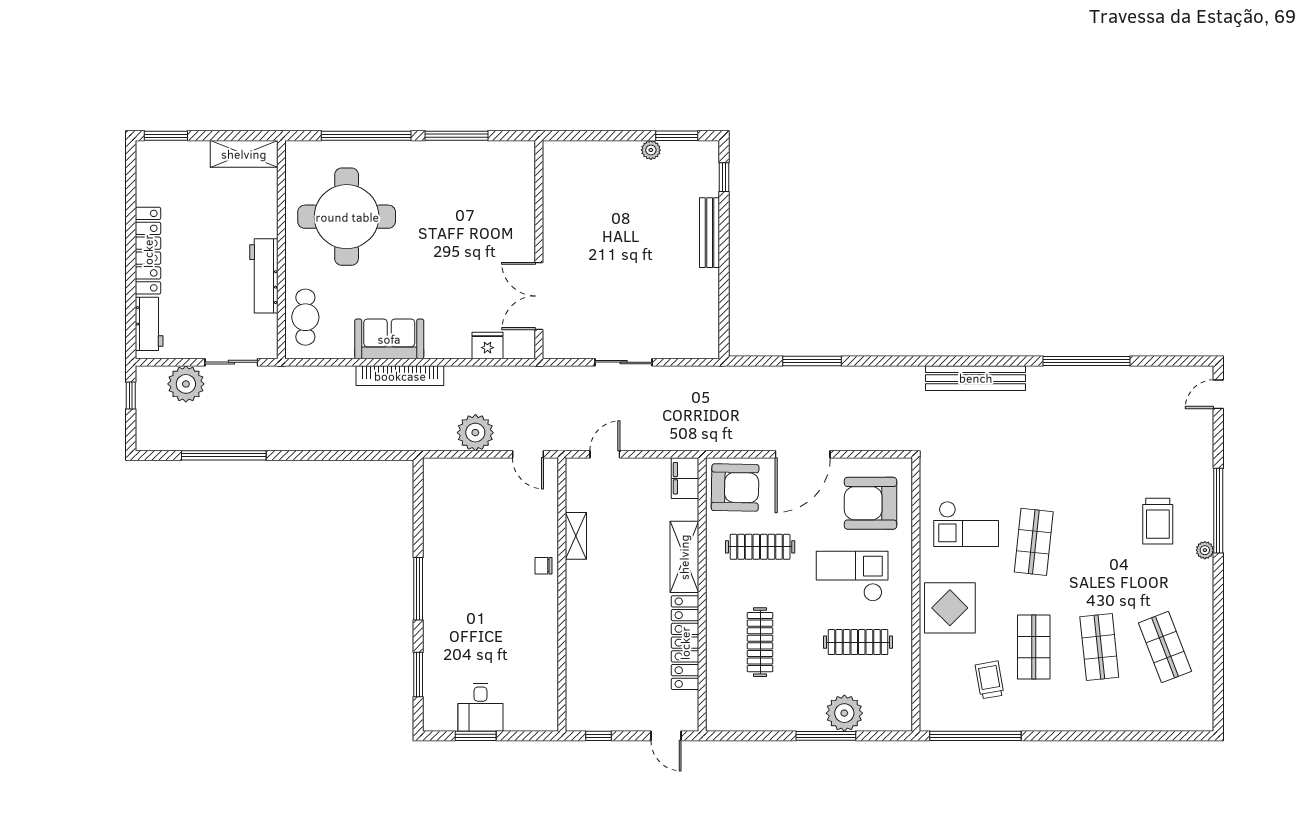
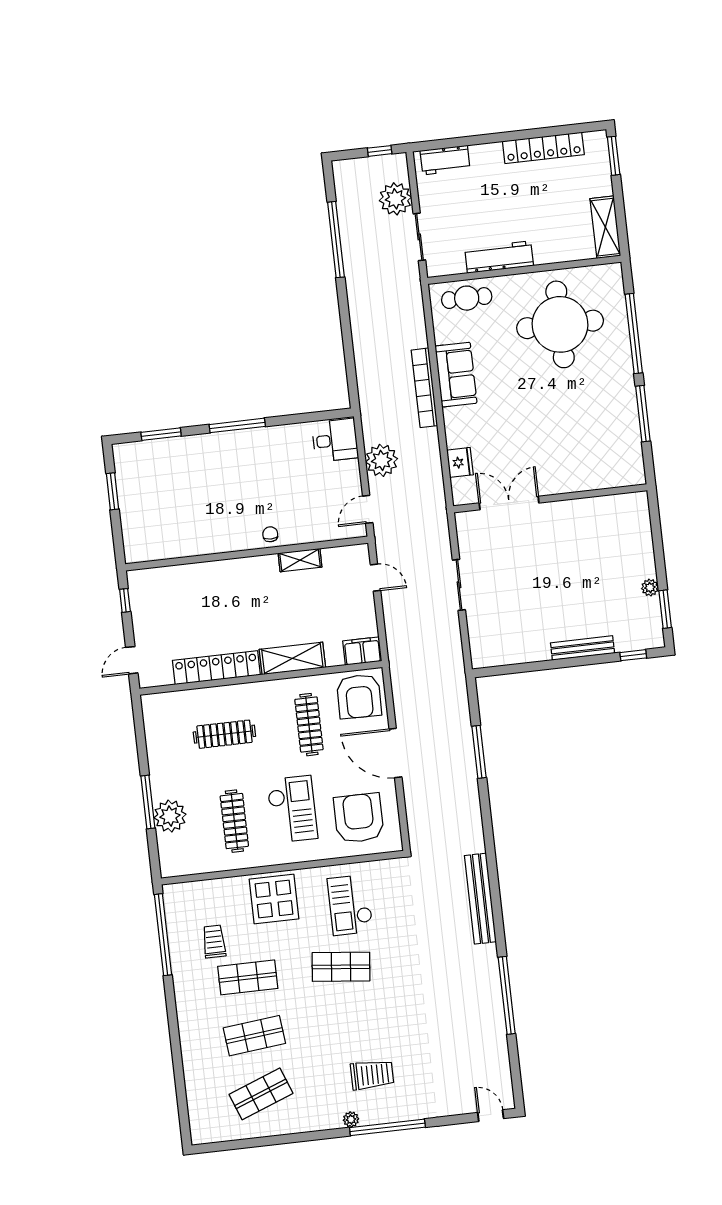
locker: (148, 251) -> (543, 148), moved
trolley: (1158, 521) -> (372, 1075), turned 180
trolley: (989, 680) -> (214, 941), turned -80
desk: (480, 707) -> (335, 440), moved, turned 180

